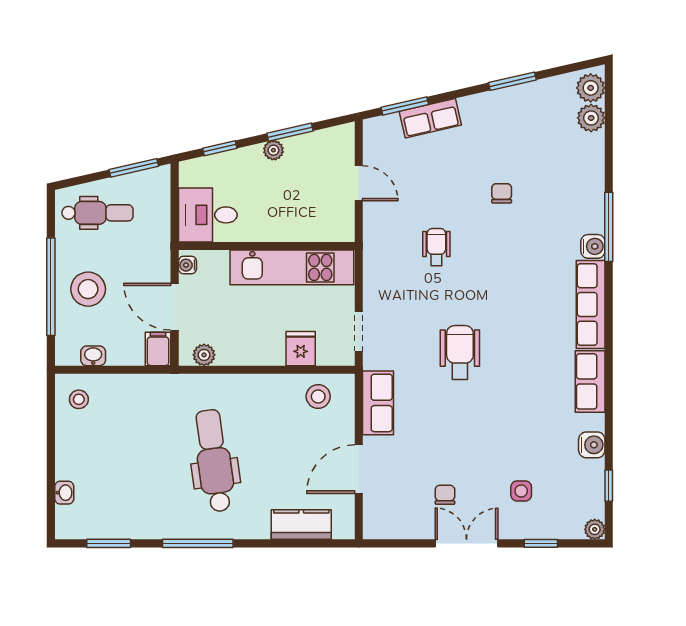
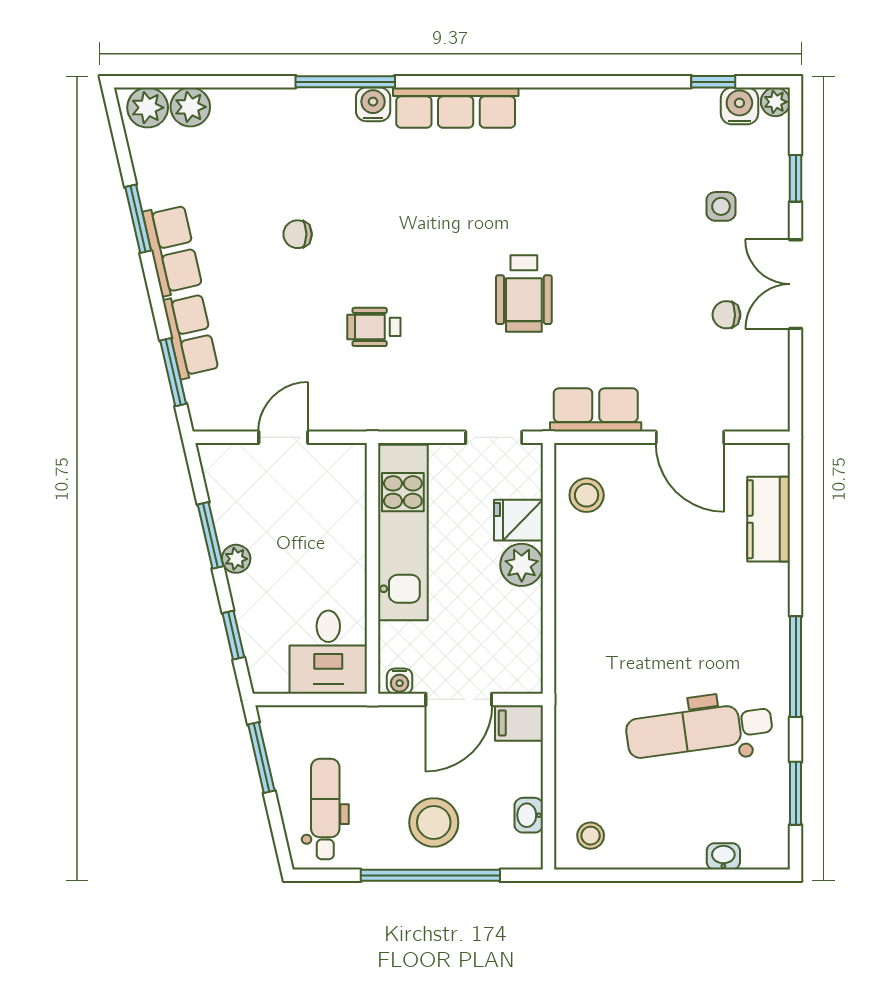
wheelchair: (460, 352) -> (524, 293), turned -90
plant: (204, 355) -> (522, 565), moved, width x1.38, depth x1.38
row of seats: (590, 381) -> (172, 250), moved, turned -103
water cooler: (592, 445) -> (739, 106), moved
dental chair: (214, 461) -> (699, 730), moved

